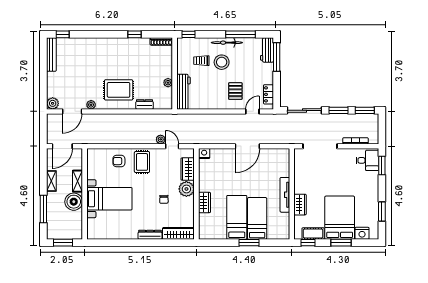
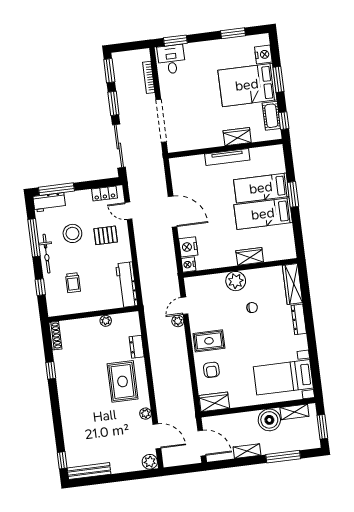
window: (189, 34) -> (40, 287), moved
stool: (222, 62) -> (72, 233), moved
workbench: (183, 92) -> (127, 285), moved, turned -90
nightstand: (218, 155) -> (188, 247), added
wardrobe: (188, 169) -> (214, 402), moved, turned 180
shelving: (78, 181) -> (294, 412), moved
bed with nightstands: (109, 199) -> (283, 377), moved, turned -90

